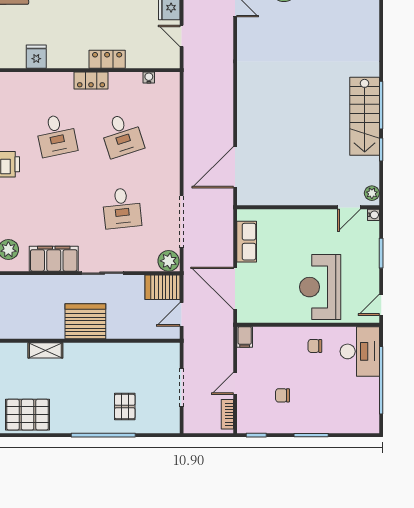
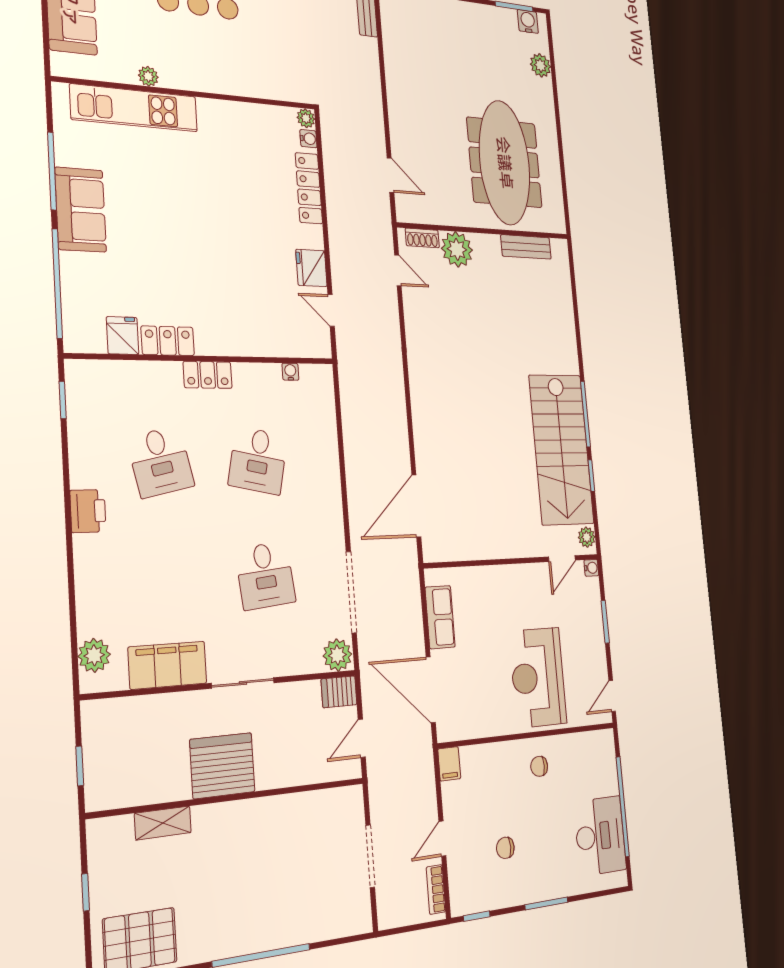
locker: (107, 59) -> (168, 341), moved
stairs: (365, 116) -> (561, 449), width x1.36, depth x1.51
desk: (122, 135) -> (258, 460), turned 30
server rack: (163, 287) -> (339, 692), width x0.73, depth x0.70
desk: (360, 351) -> (600, 836), moved
pallet: (125, 407) -> (291, 901), removed

